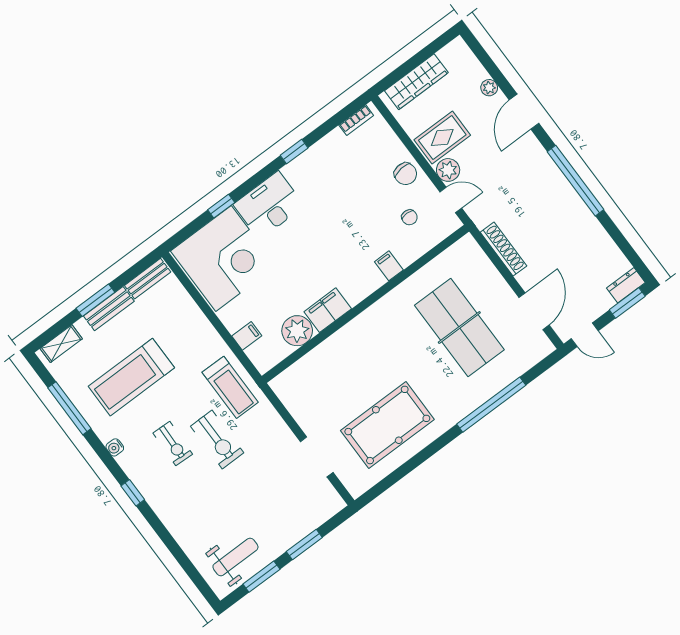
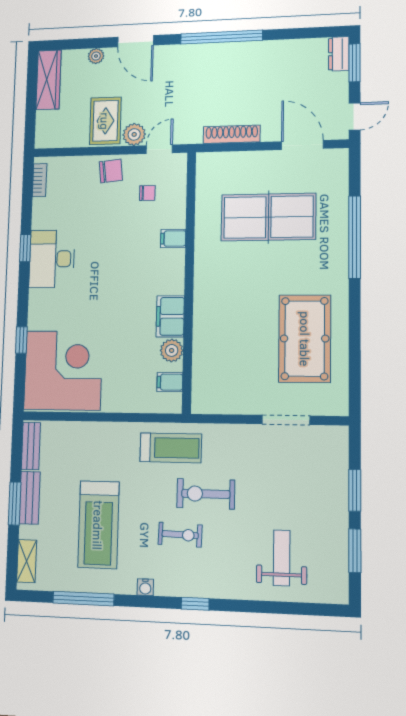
wardrobe: (416, 82) -> (49, 80), moved
desk: (269, 205) -> (52, 259), moved
plant: (297, 331) -> (172, 350), width x0.73, depth x0.73
filing cabinet: (247, 336) -> (170, 382), moved, turned -90
exercise bike: (217, 440) -> (206, 494), turned 180
weight bench: (235, 557) -> (282, 558), moved

